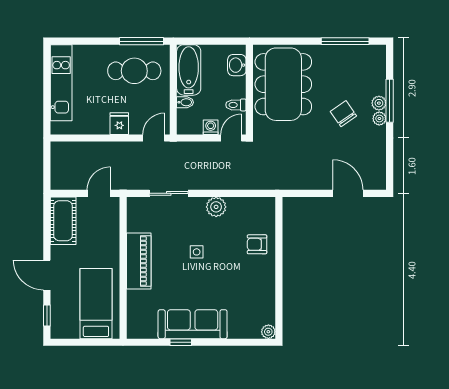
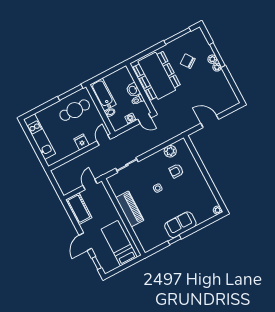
washbasin: (237, 65) -> (133, 90), moved
chair: (343, 114) -> (188, 61), moved
door: (231, 138) -> (144, 119), swing flipped
door: (348, 193) -> (210, 121), moved
plant: (216, 207) -> (170, 151), moved
armchair: (257, 244) -> (176, 171), moved
door: (47, 275) -> (85, 242), hinge flipped
sofa: (193, 324) -> (180, 225), width x0.73

